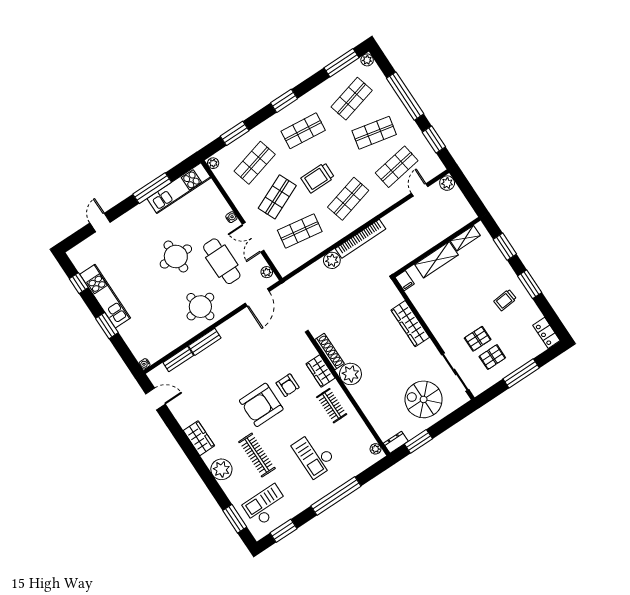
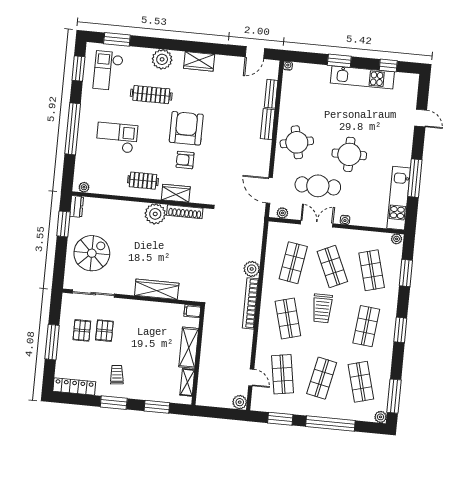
trolley: (318, 178) -> (322, 308), turned 180
locker: (546, 333) -> (74, 386), width x1.53
checkout: (266, 506) -> (108, 71), turned 180

